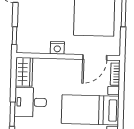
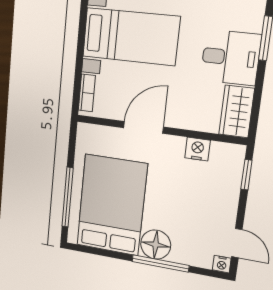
nightstand: (57, 48) -> (197, 149), moved
door: (95, 57) -> (143, 127), moved

